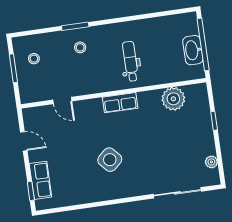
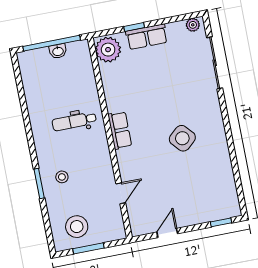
washbasin: (193, 50) -> (58, 51), width x0.52, depth x0.69
stool: (34, 59) -> (77, 227), width x1.89, depth x1.89
plant: (173, 99) -> (108, 50), moved
plant: (211, 162) -> (193, 25), moved
row of seats: (40, 180) -> (147, 37), moved, turned 180

